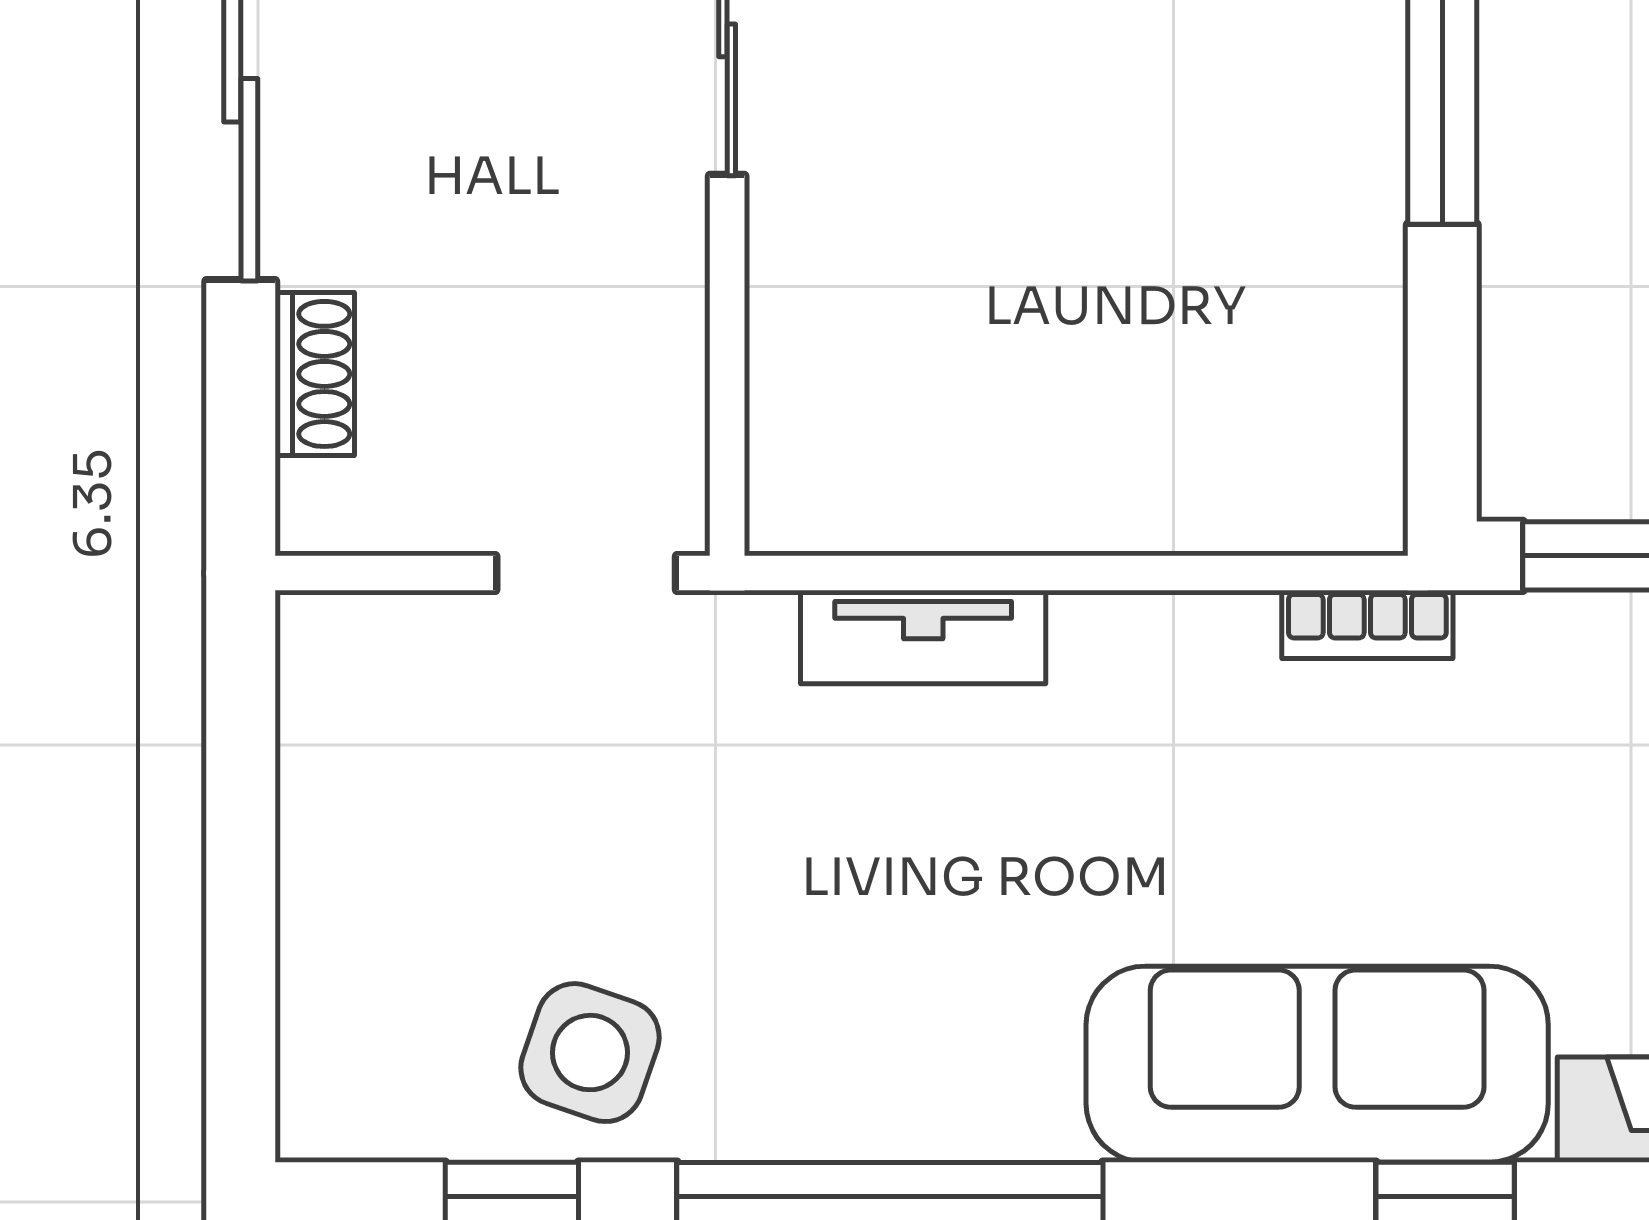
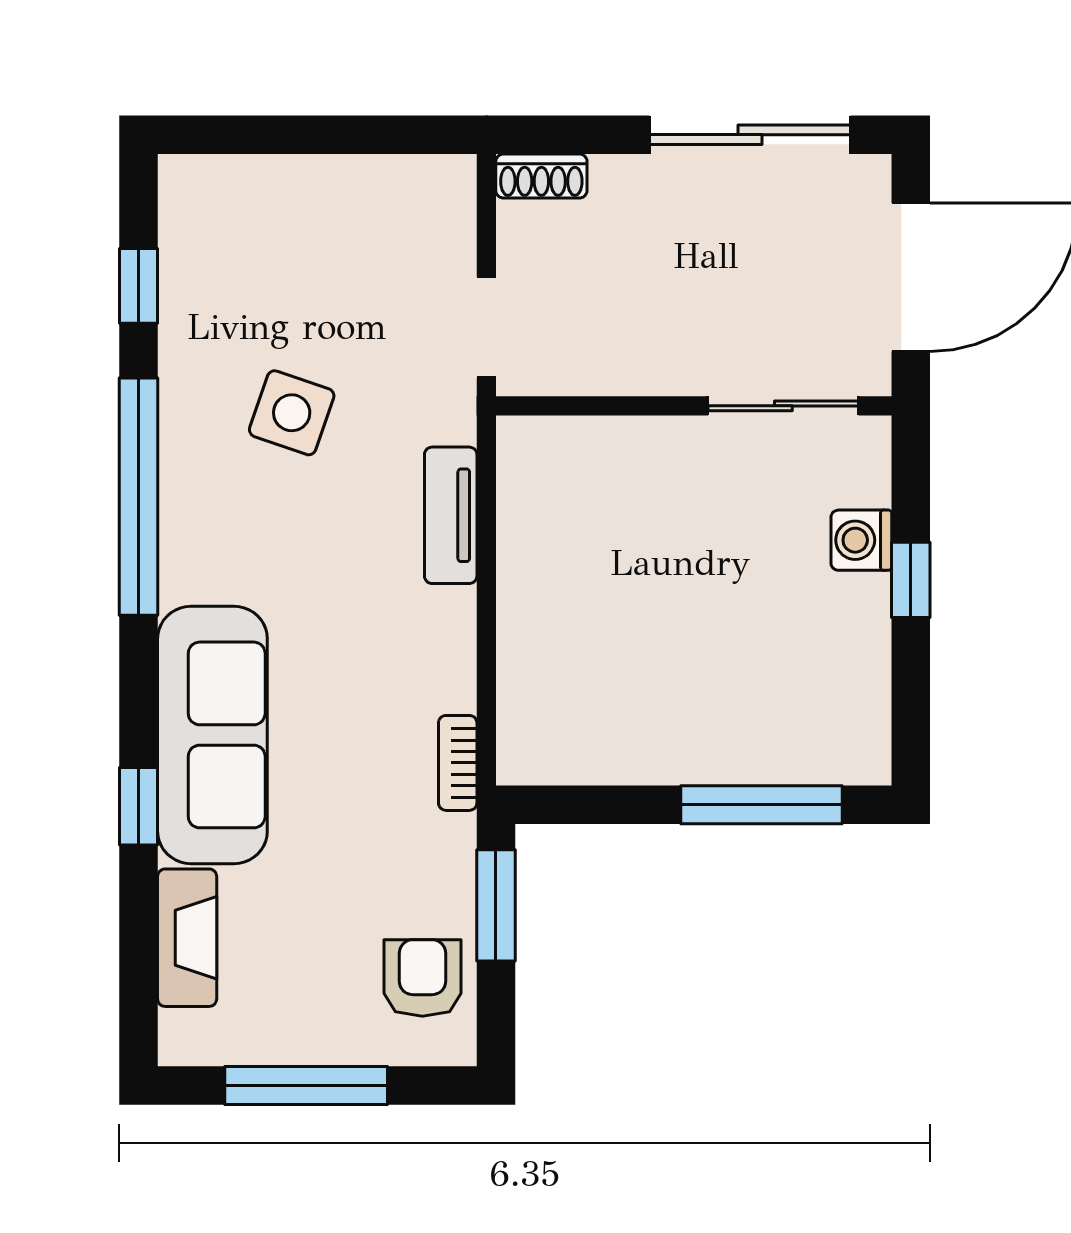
shoe rack: (315, 374) -> (541, 176), moved
side table: (590, 1053) -> (292, 413), moved

